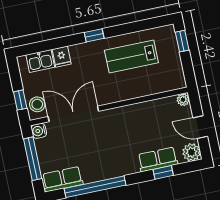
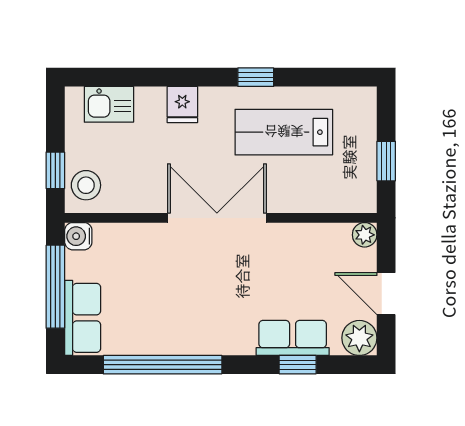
window: (94, 35) -> (256, 77), moved
window: (182, 41) -> (386, 161), moved
fridge: (62, 57) -> (182, 105), moved
double door: (73, 114) -> (217, 218), moved
row of seats: (62, 179) -> (83, 318), moved, turned 90

